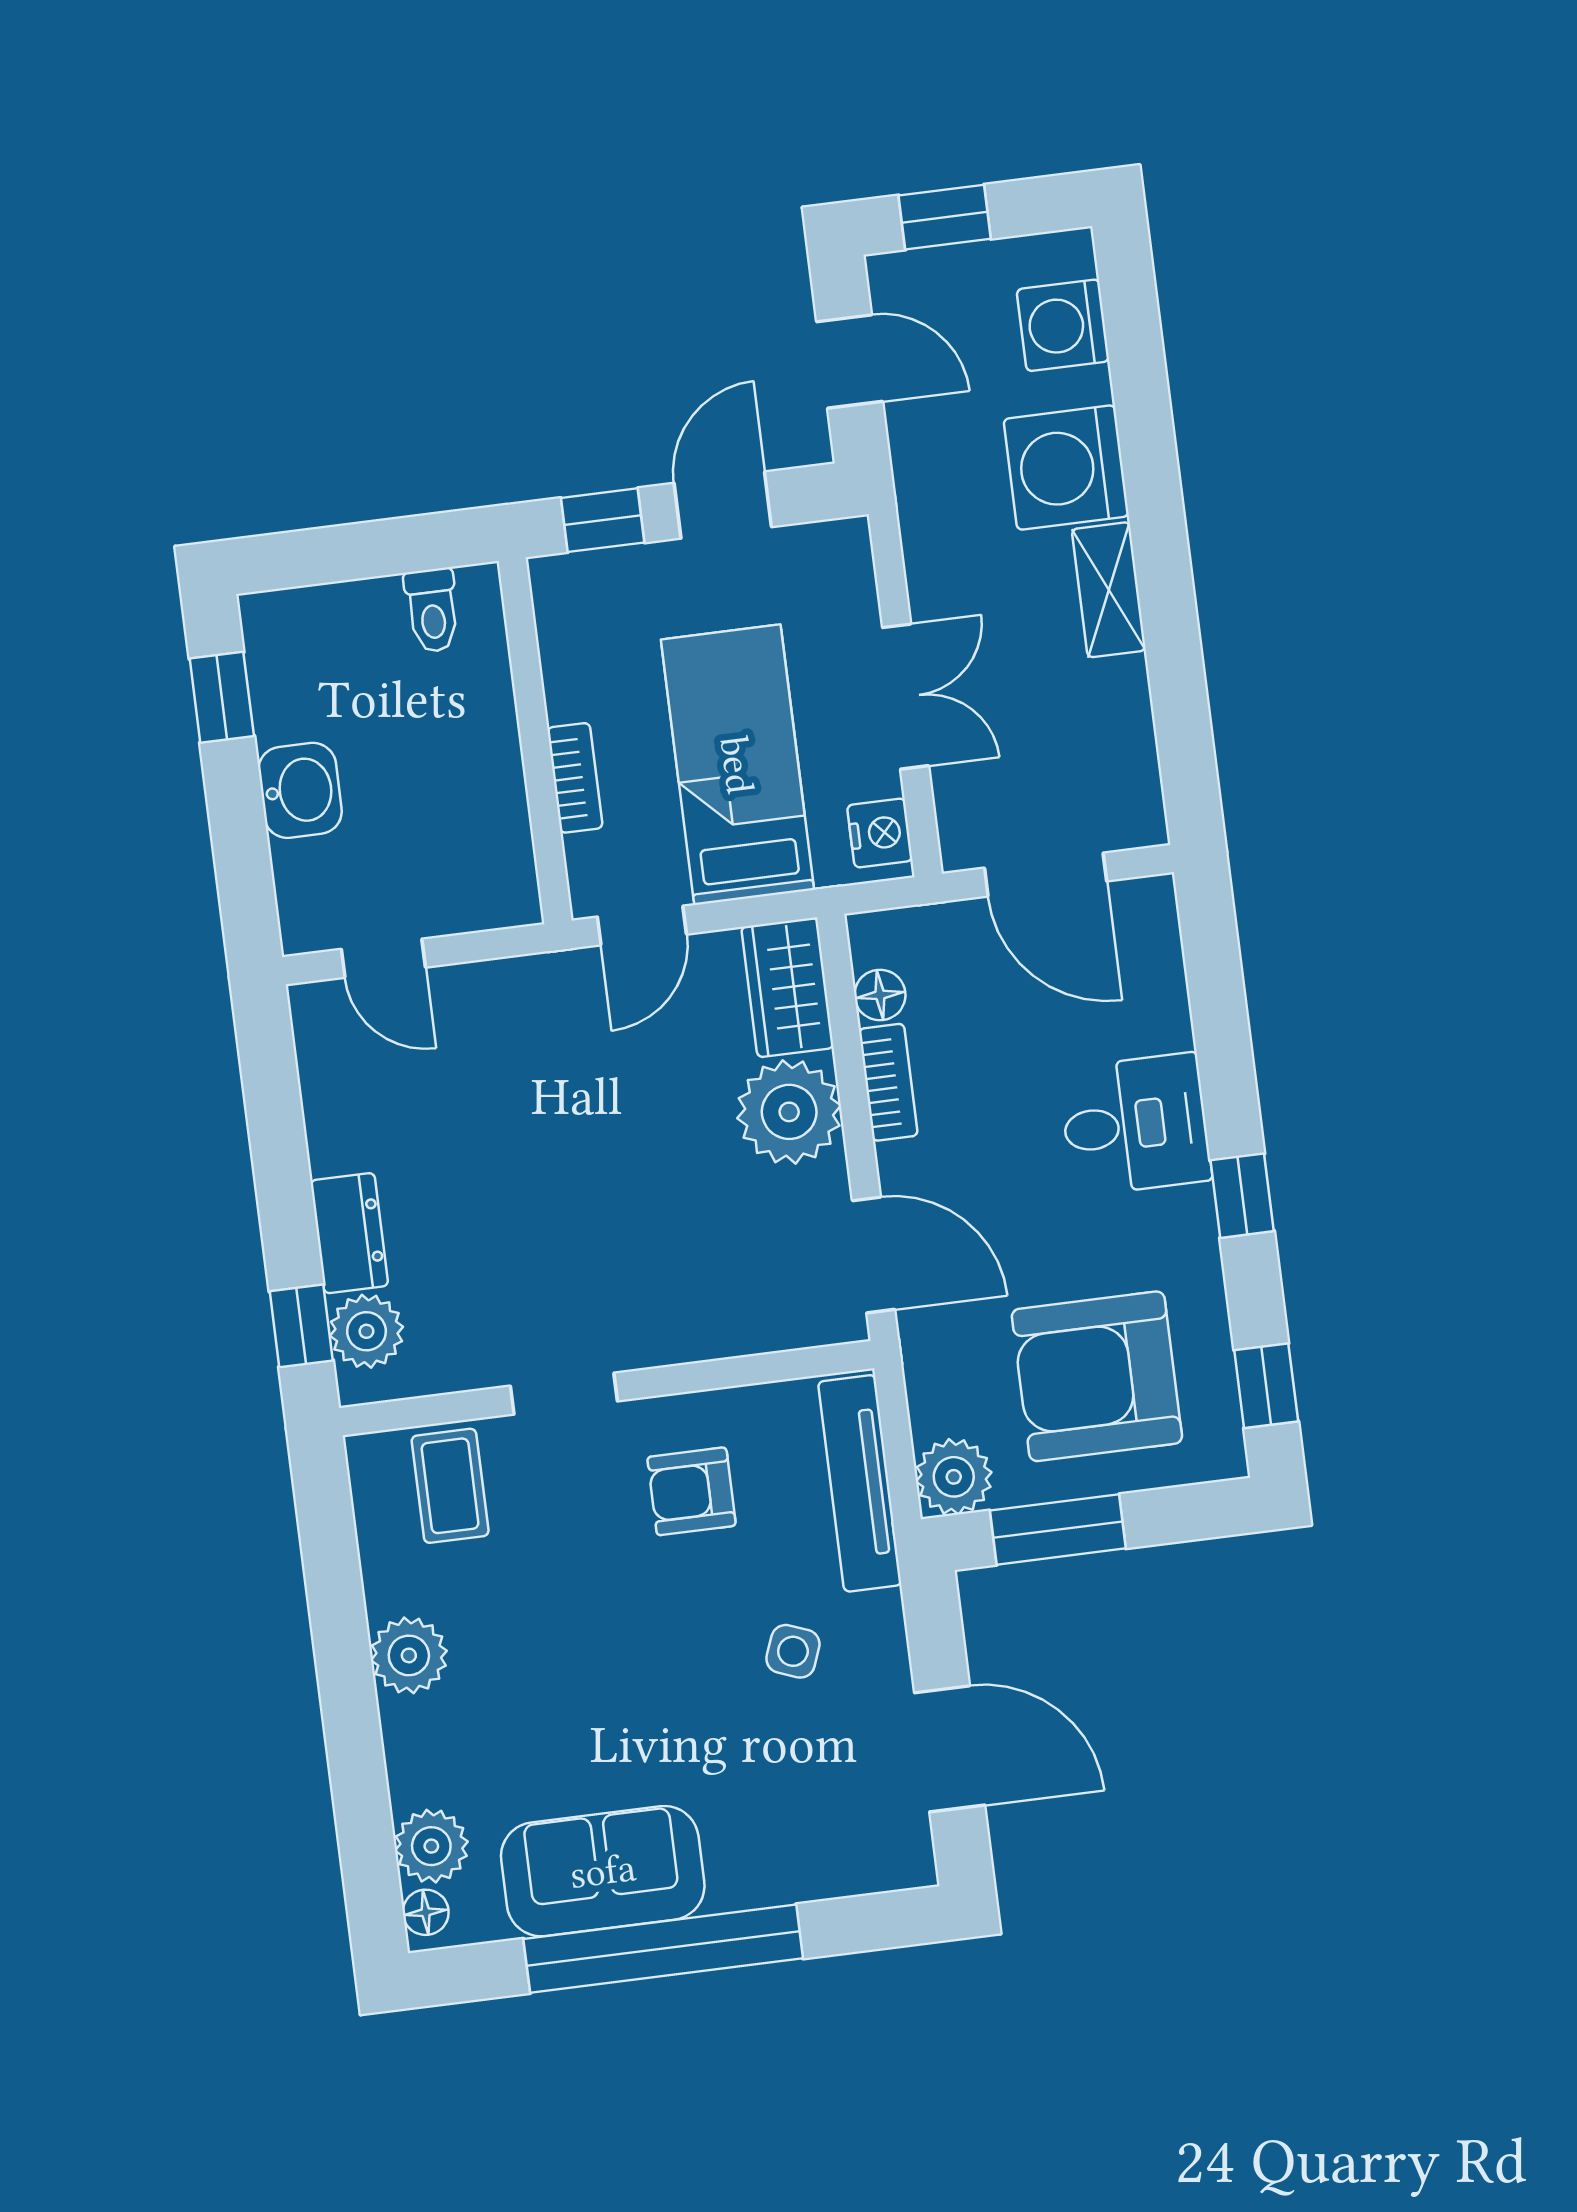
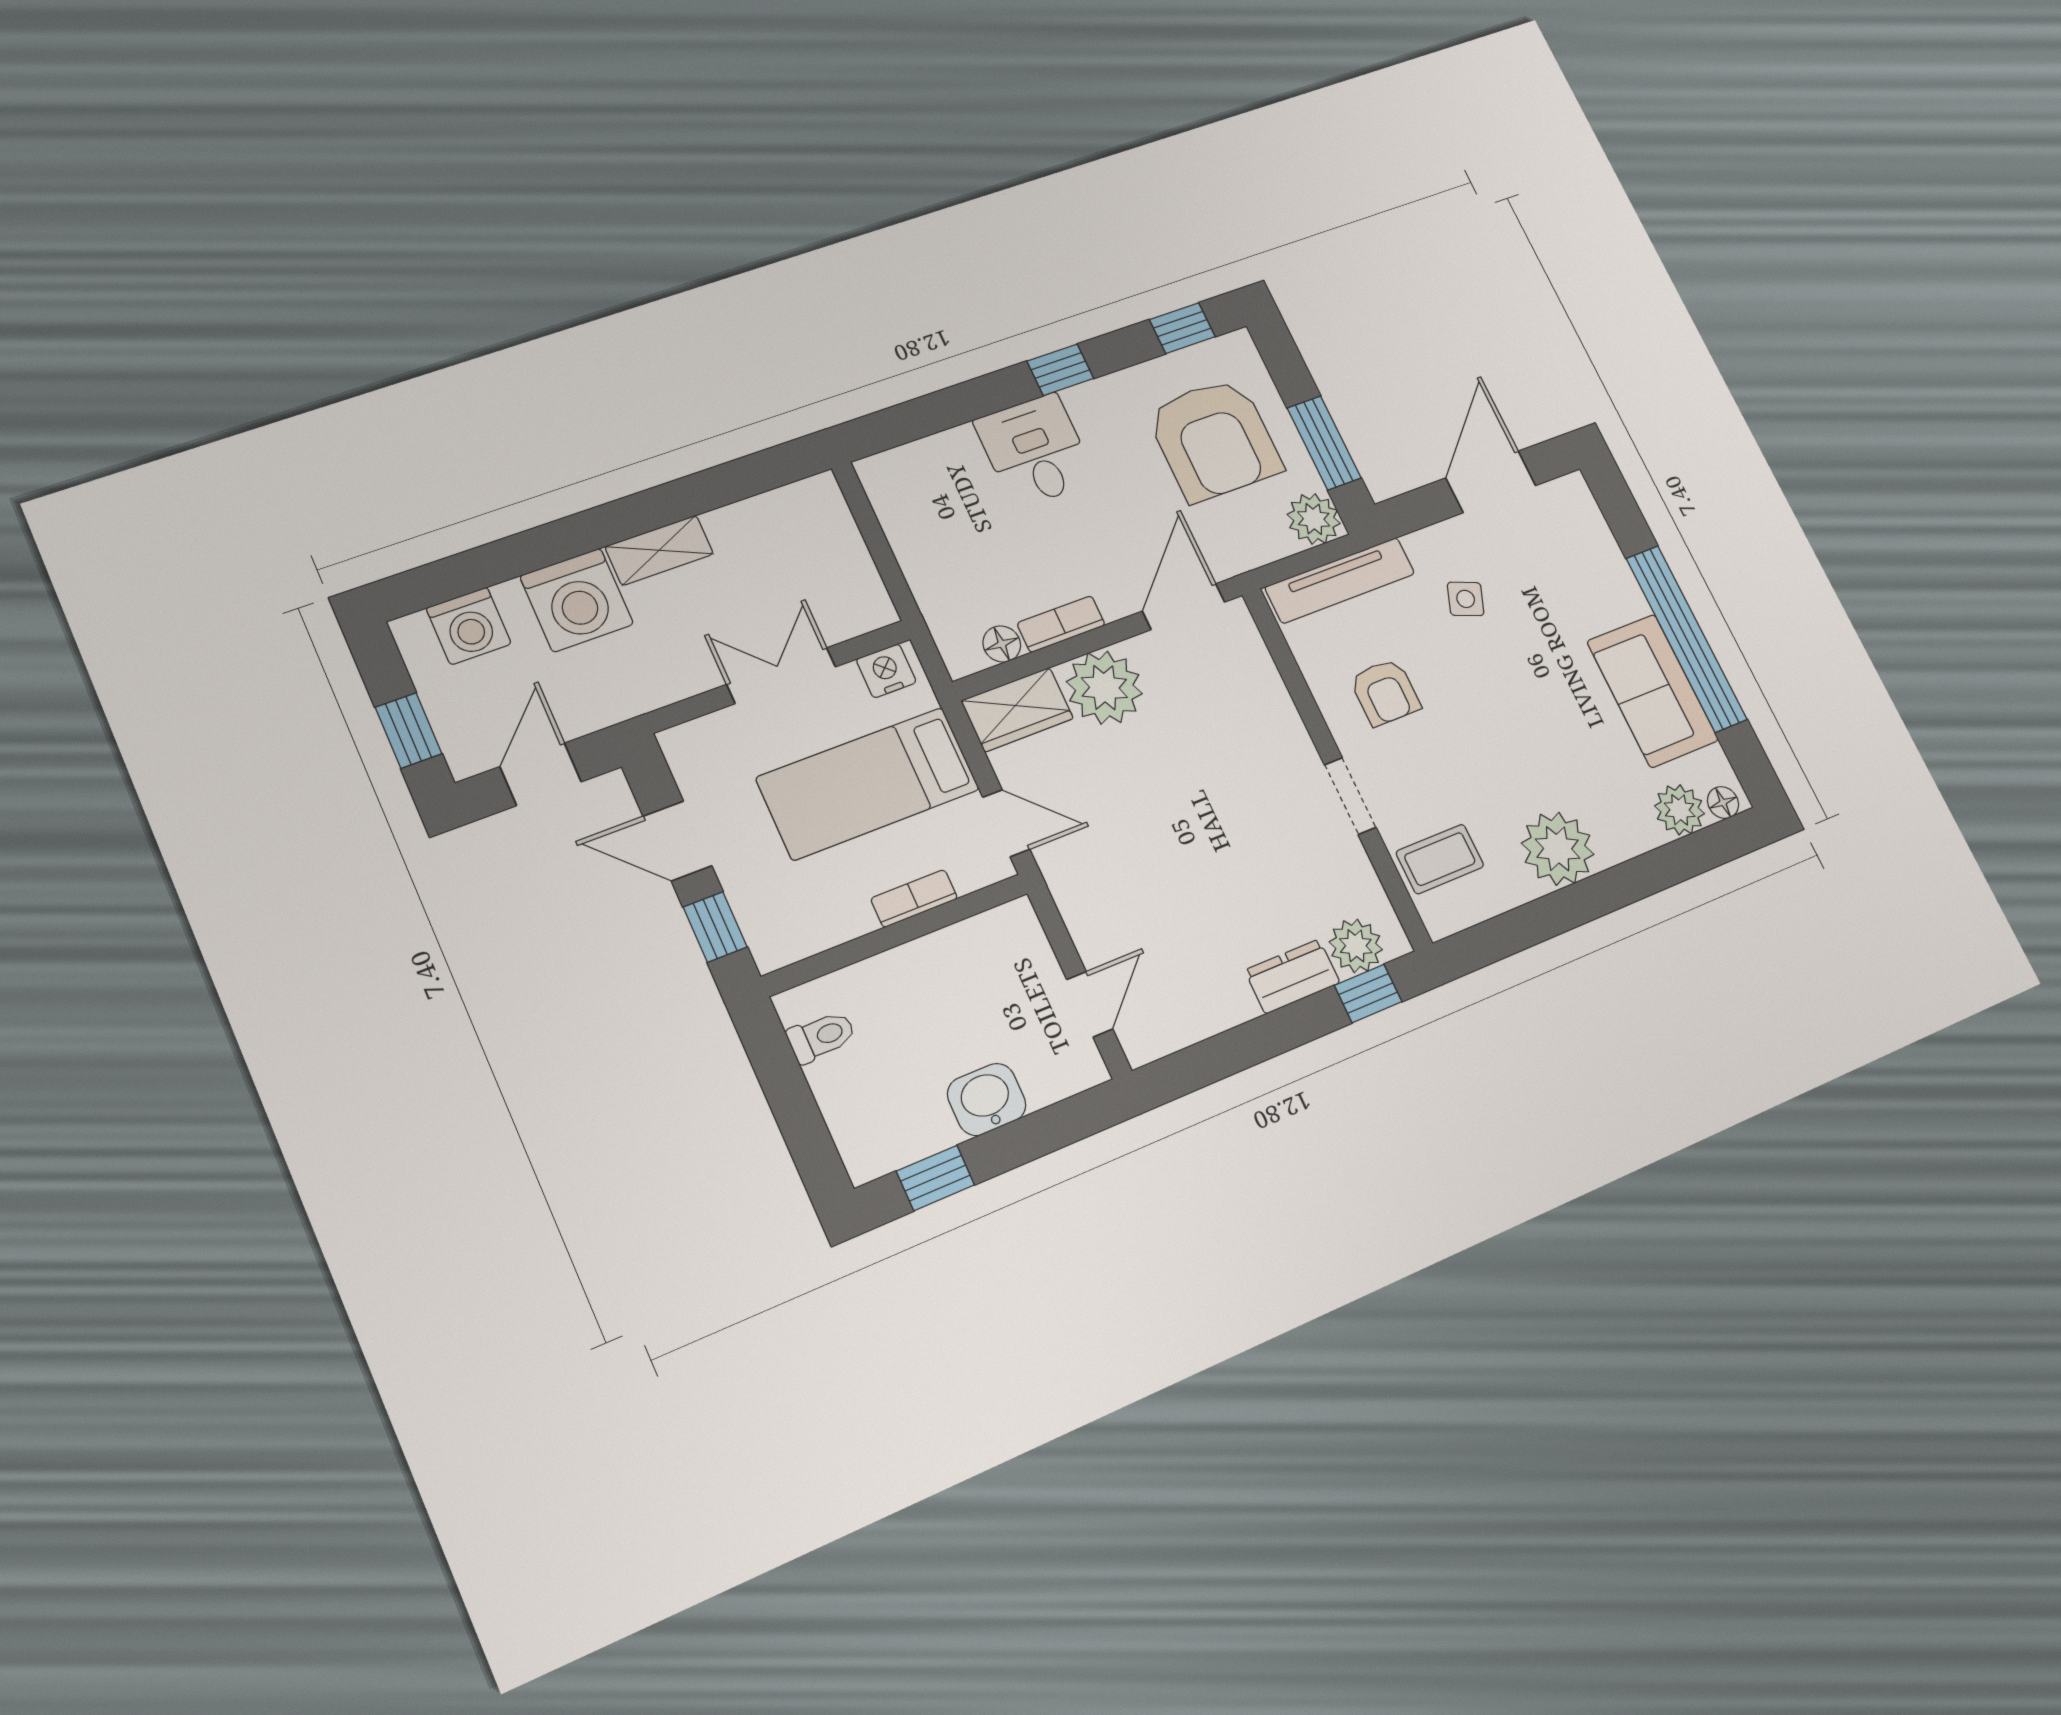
door: (1046, 875) -> (880, 549), removed
plant: (409, 1655) -> (1558, 849), width x1.36, depth x1.36

